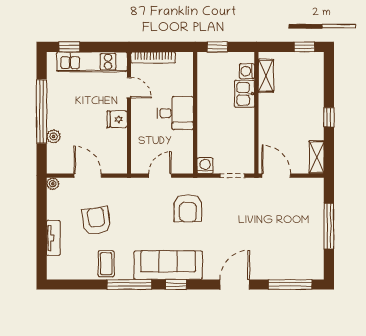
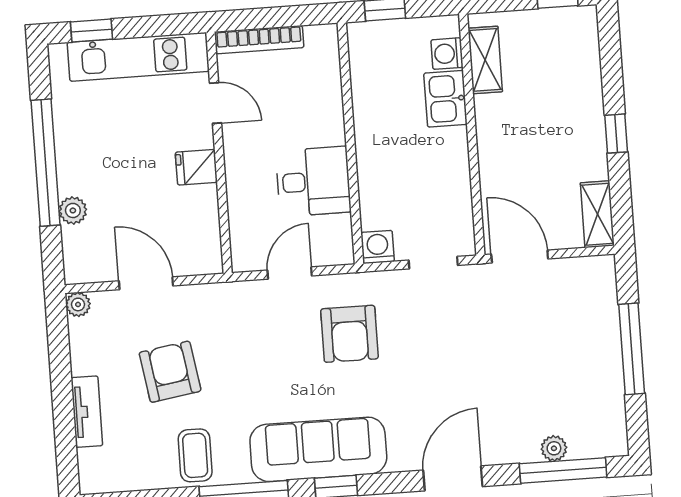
desk: (175, 113) -> (313, 181), moved
plant: (286, 273) -> (554, 448), added

